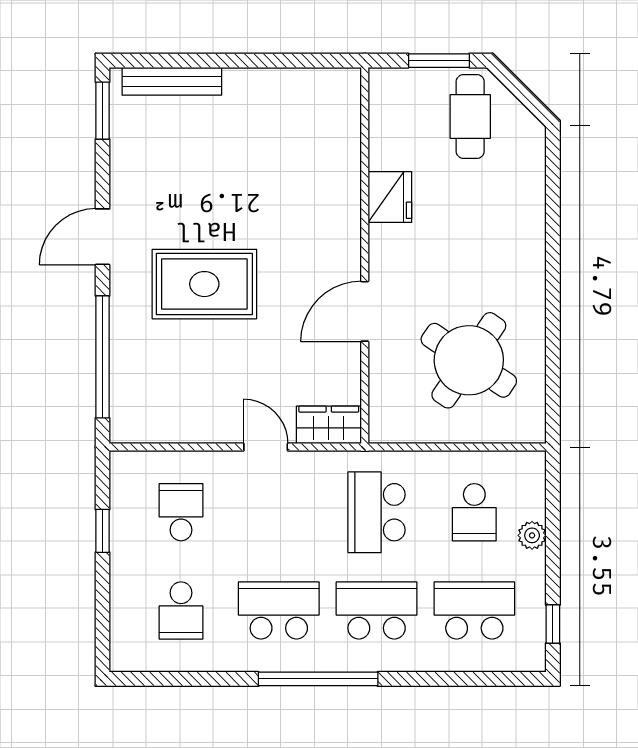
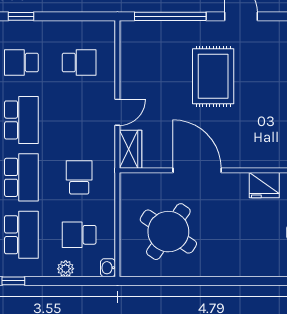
door: (365, 311) -> (197, 170), width x1.36
washbasin: (530, 463) -> (108, 268), added
school desk: (377, 512) -> (79, 177), width x0.54
window: (103, 531) -> (21, 16), moved

